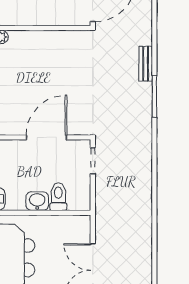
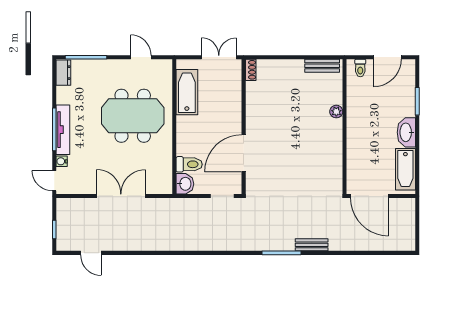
door: (47, 137) -> (244, 153), swing flipped
washbasin: (37, 201) -> (185, 184), moved

